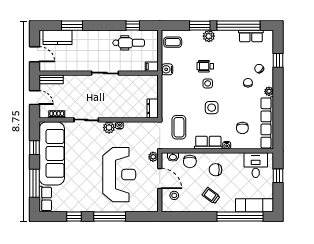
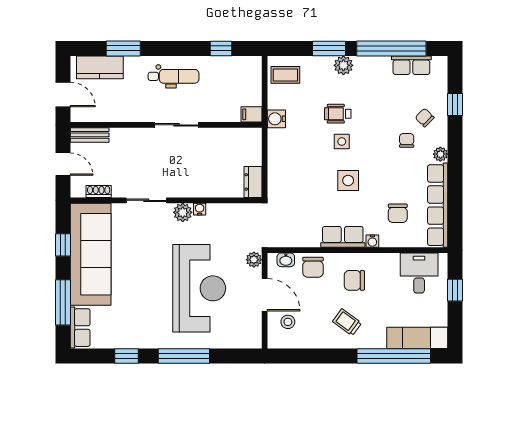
dental chair: (129, 43) -> (173, 76), moved
coffee table: (179, 127) -> (295, 212), removed

